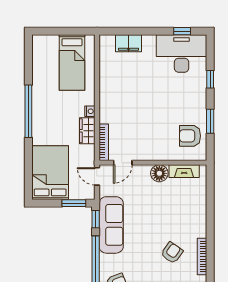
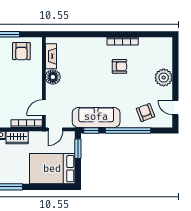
door: (123, 163) -> (44, 108), swing flipped
armchair: (172, 253) -> (119, 66), turned 145

